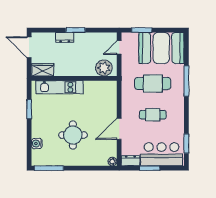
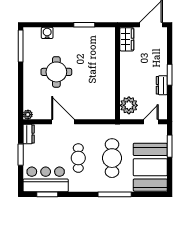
dresser: (65, 37) -> (162, 85), moved
door: (119, 47) -> (151, 122), hinge flipped
kitchen unit: (60, 87) -> (108, 57), removed
bar counter: (162, 154) -> (46, 179), moved, turned -90

